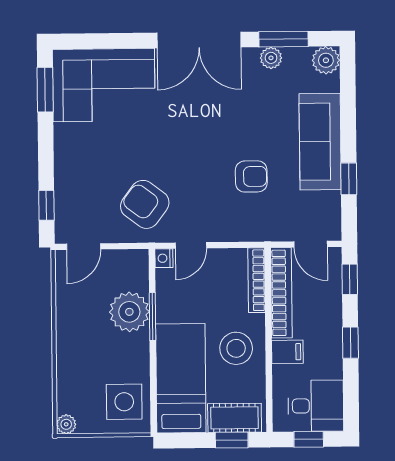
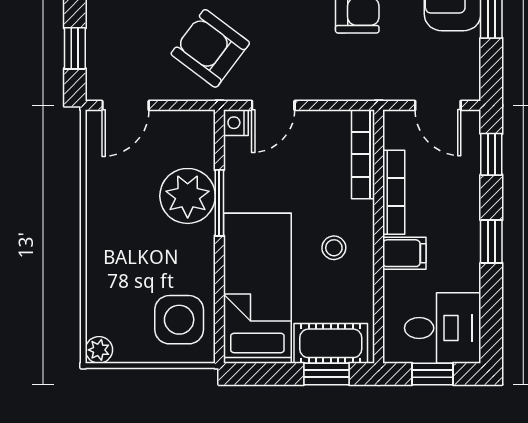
bookcase: (281, 293) -> (394, 192), width x0.68, depth x0.76
stool: (236, 348) -> (334, 248), width x0.53, depth x0.53

